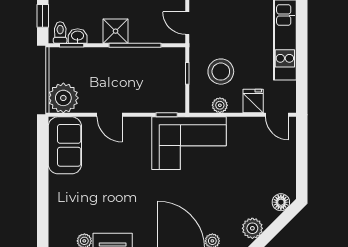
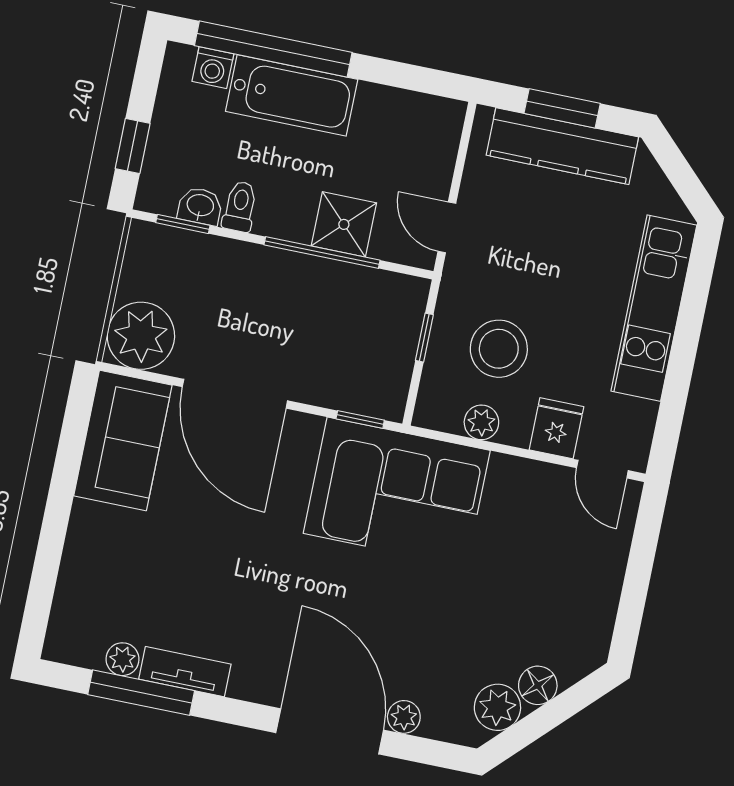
shower: (116, 31) -> (344, 224), moved
toilet: (60, 33) -> (240, 206), moved
door: (110, 115) -> (235, 394), width x1.88
floor lamp: (281, 202) -> (538, 685), moved

